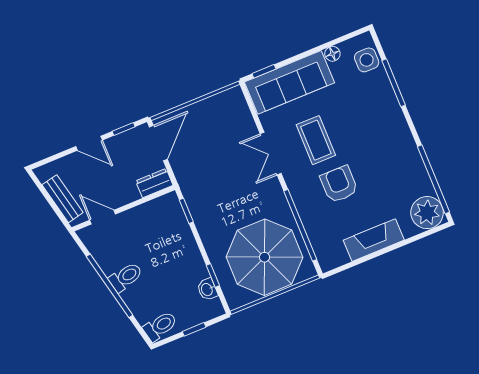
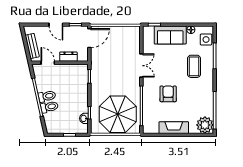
sofa: (290, 82) -> (170, 35), width x0.73
coffee table: (316, 140) -> (194, 66), moved
double door: (271, 154) -> (141, 66), swing flipped
dresser: (154, 183) -> (68, 57), moved
toilet: (160, 326) -> (49, 107), moved

